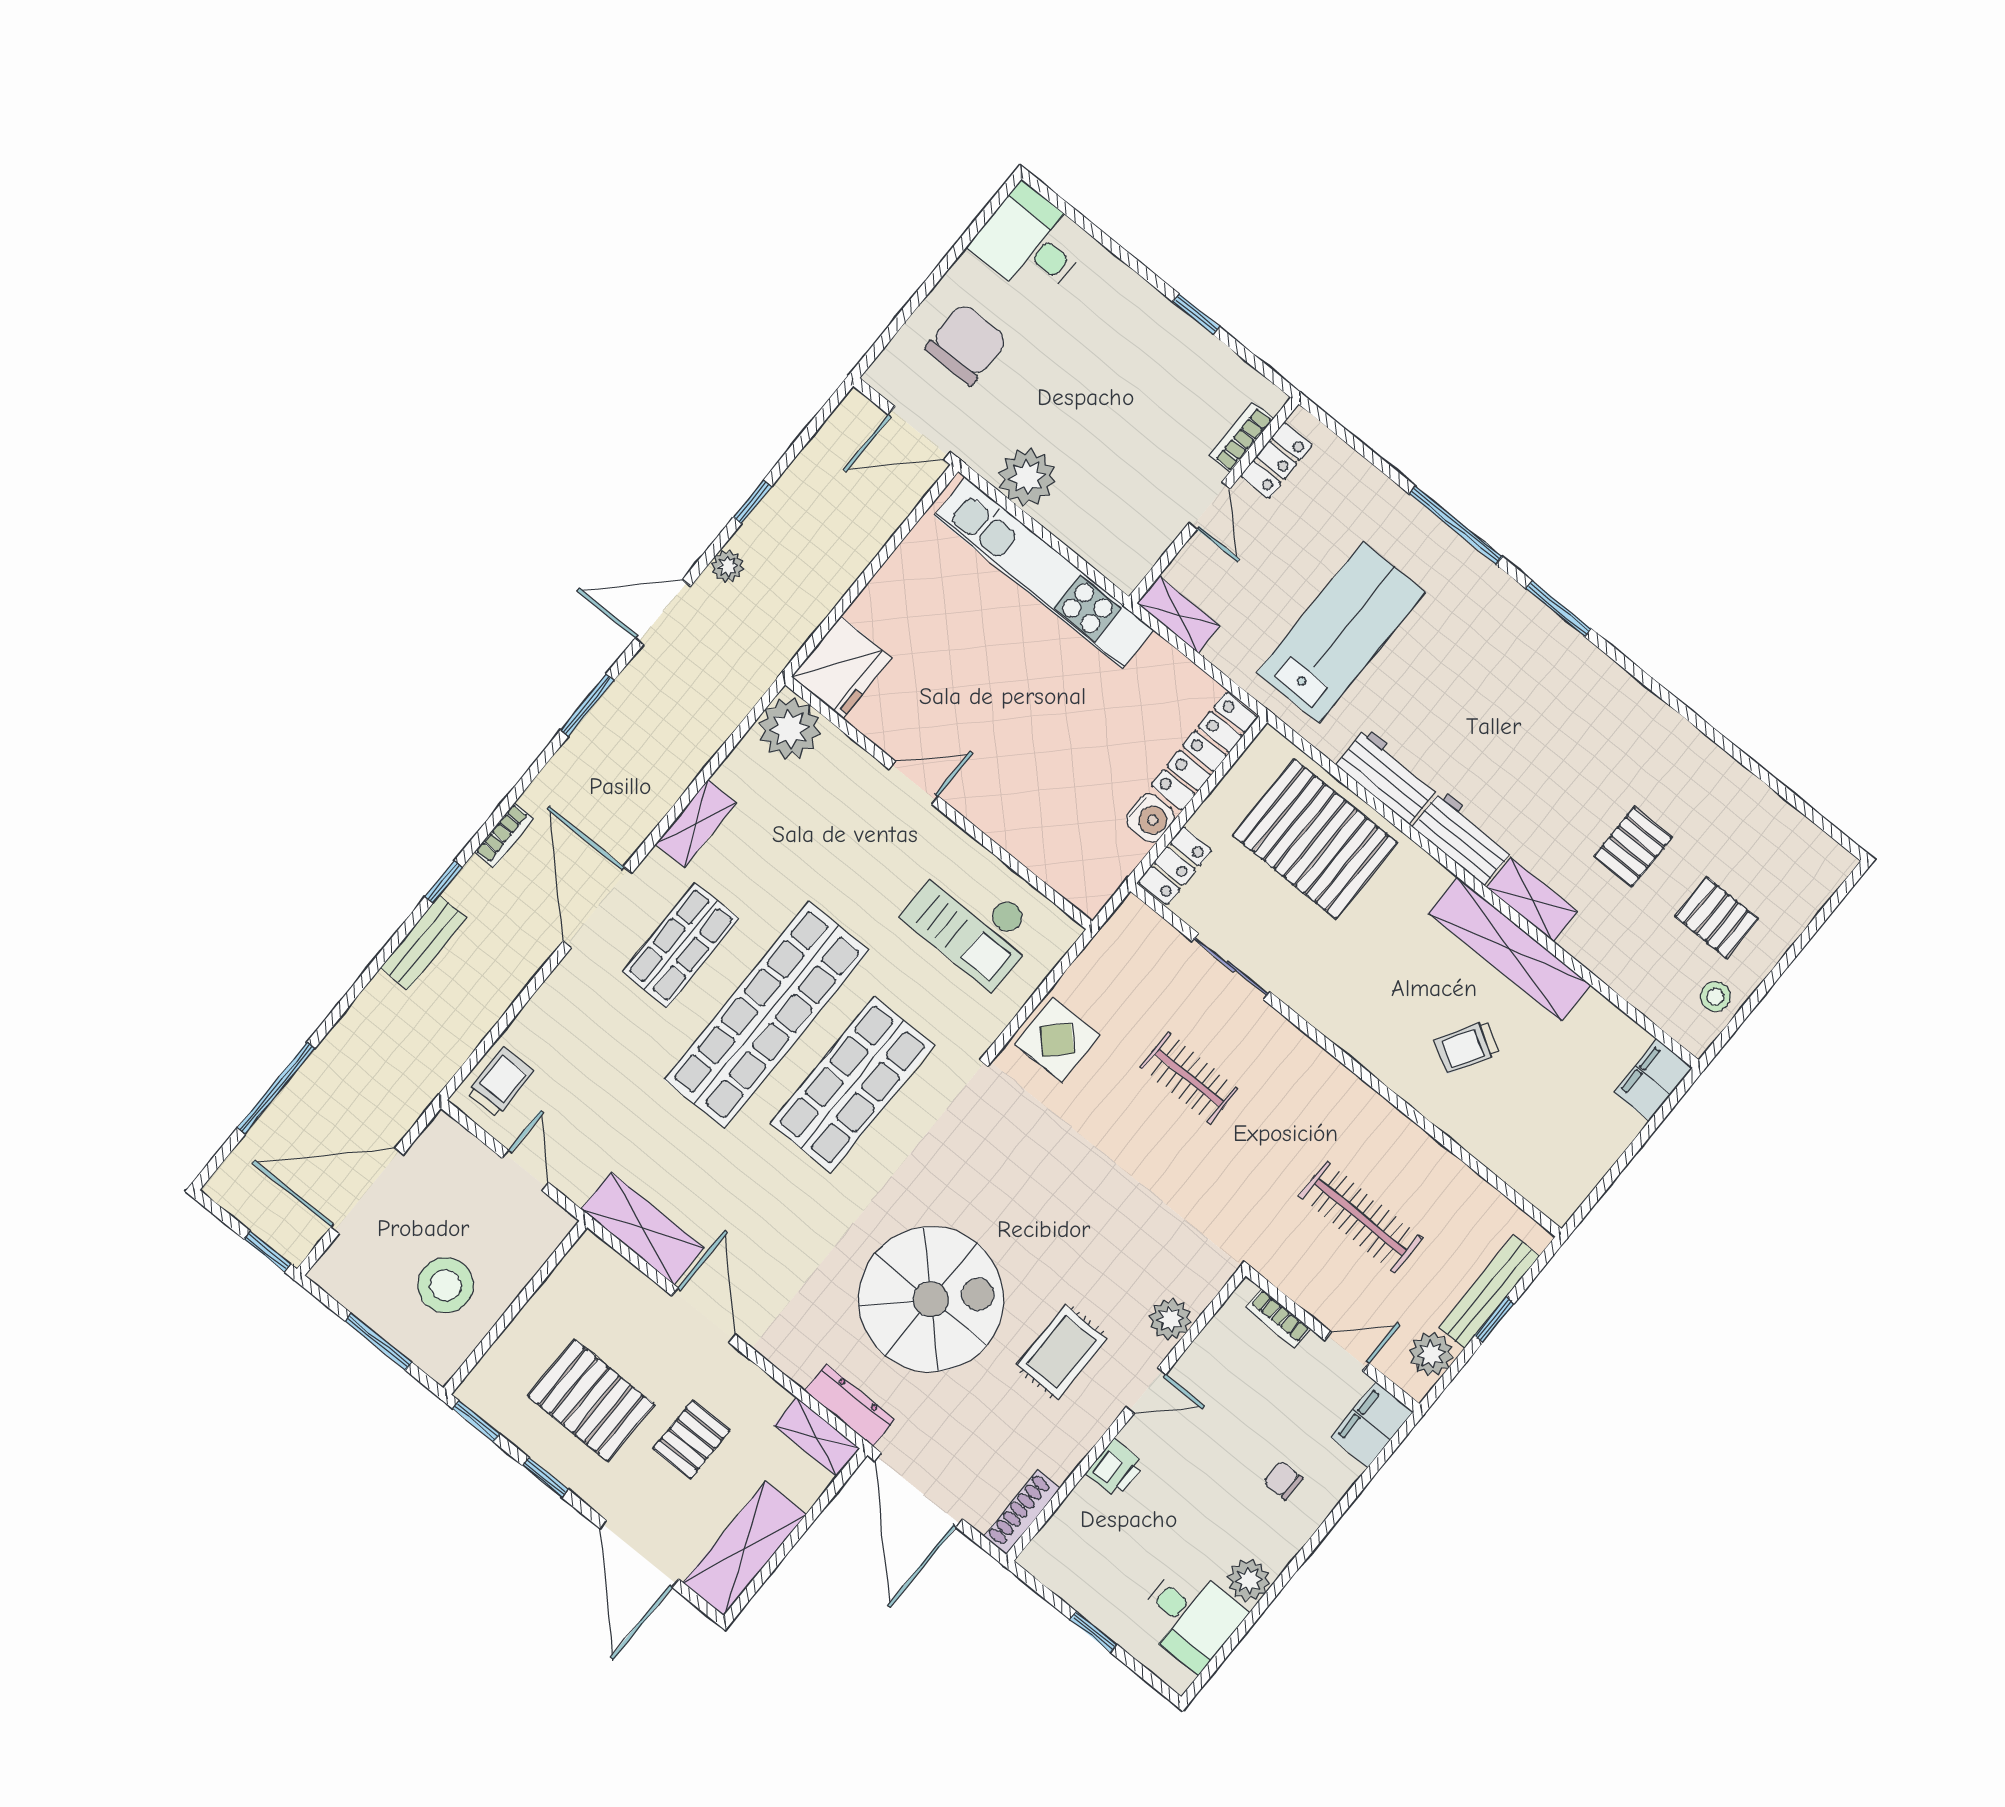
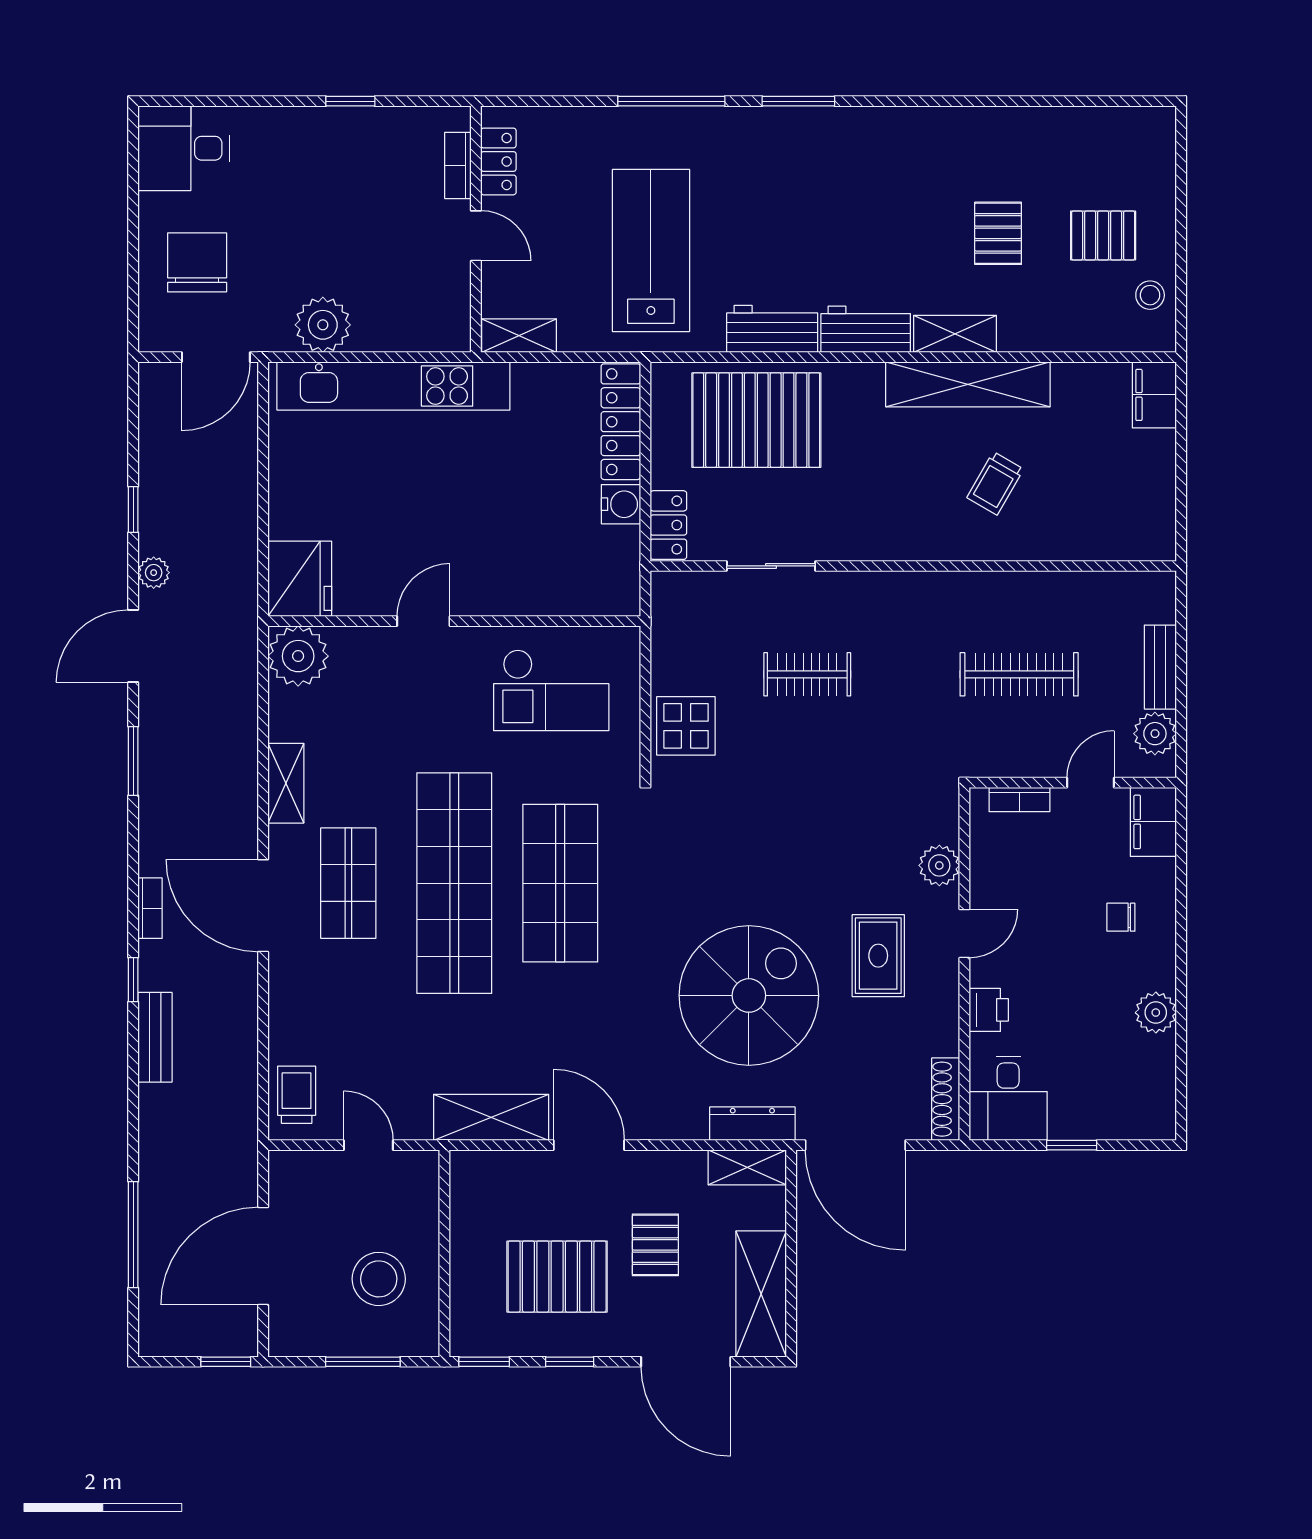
bench: (1489, 1292) -> (1160, 667), width x0.73
window: (1494, 1320) -> (1181, 669), removed
desk: (1190, 1617) -> (1008, 1098), moved, turned 90

